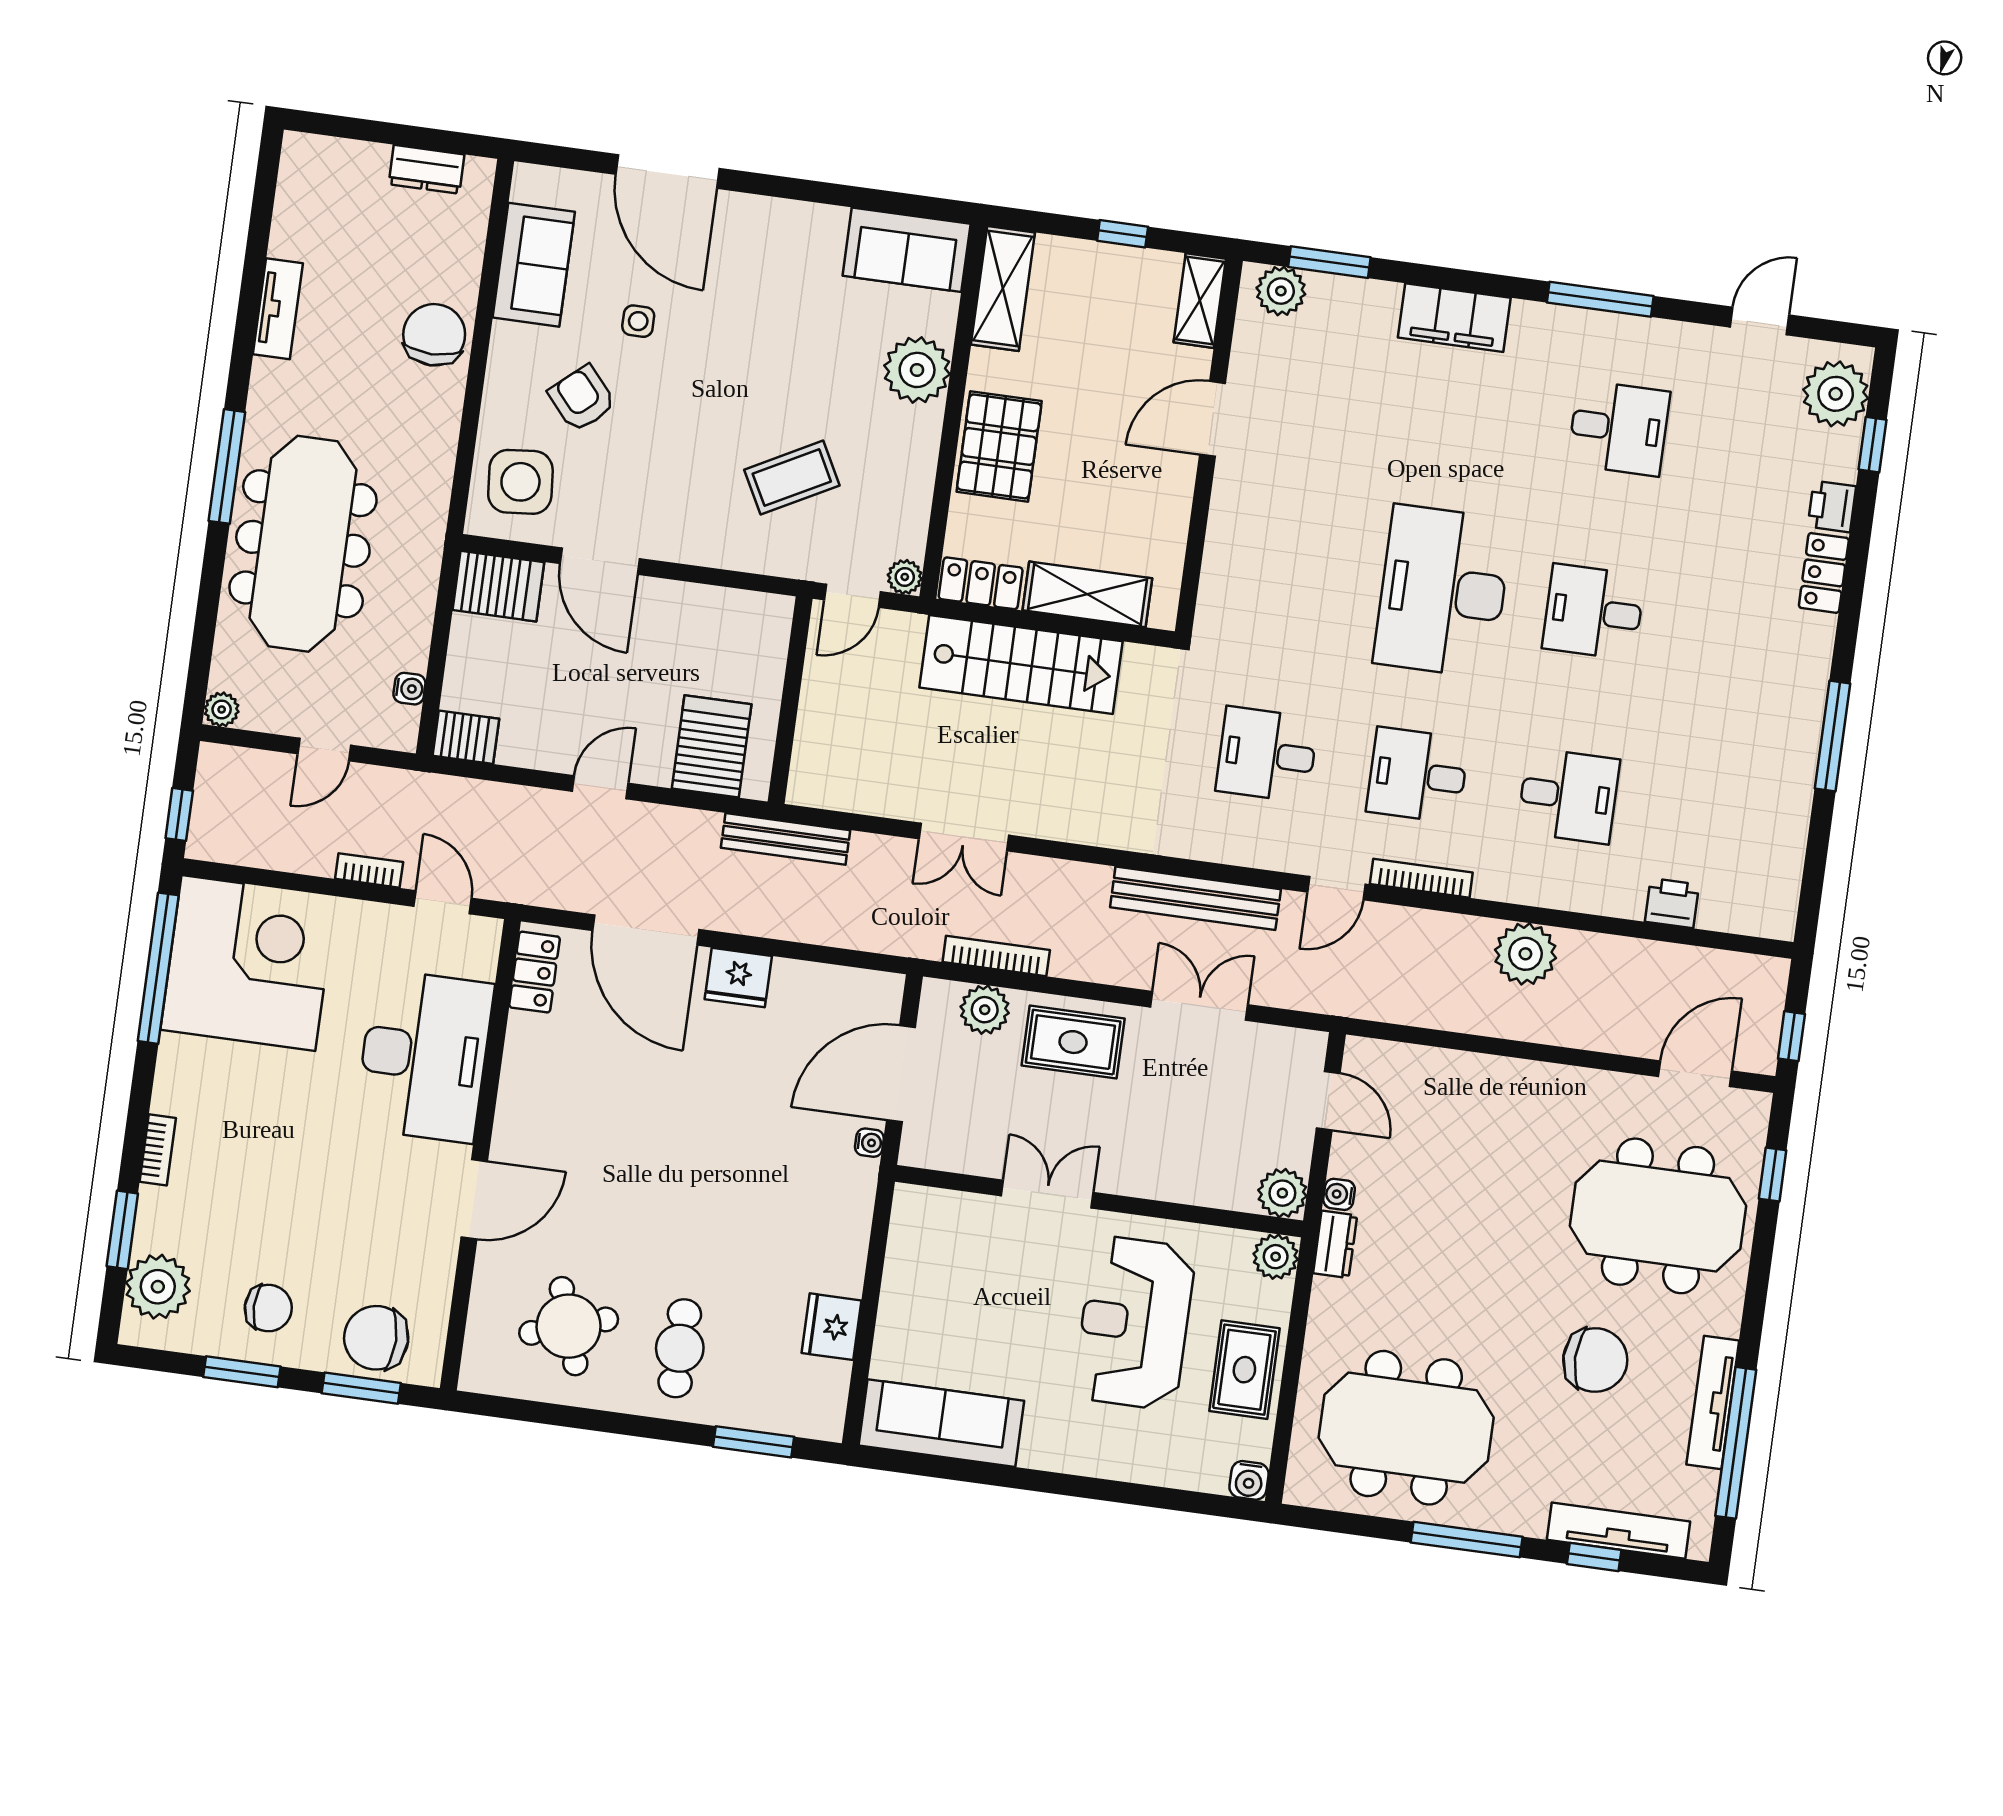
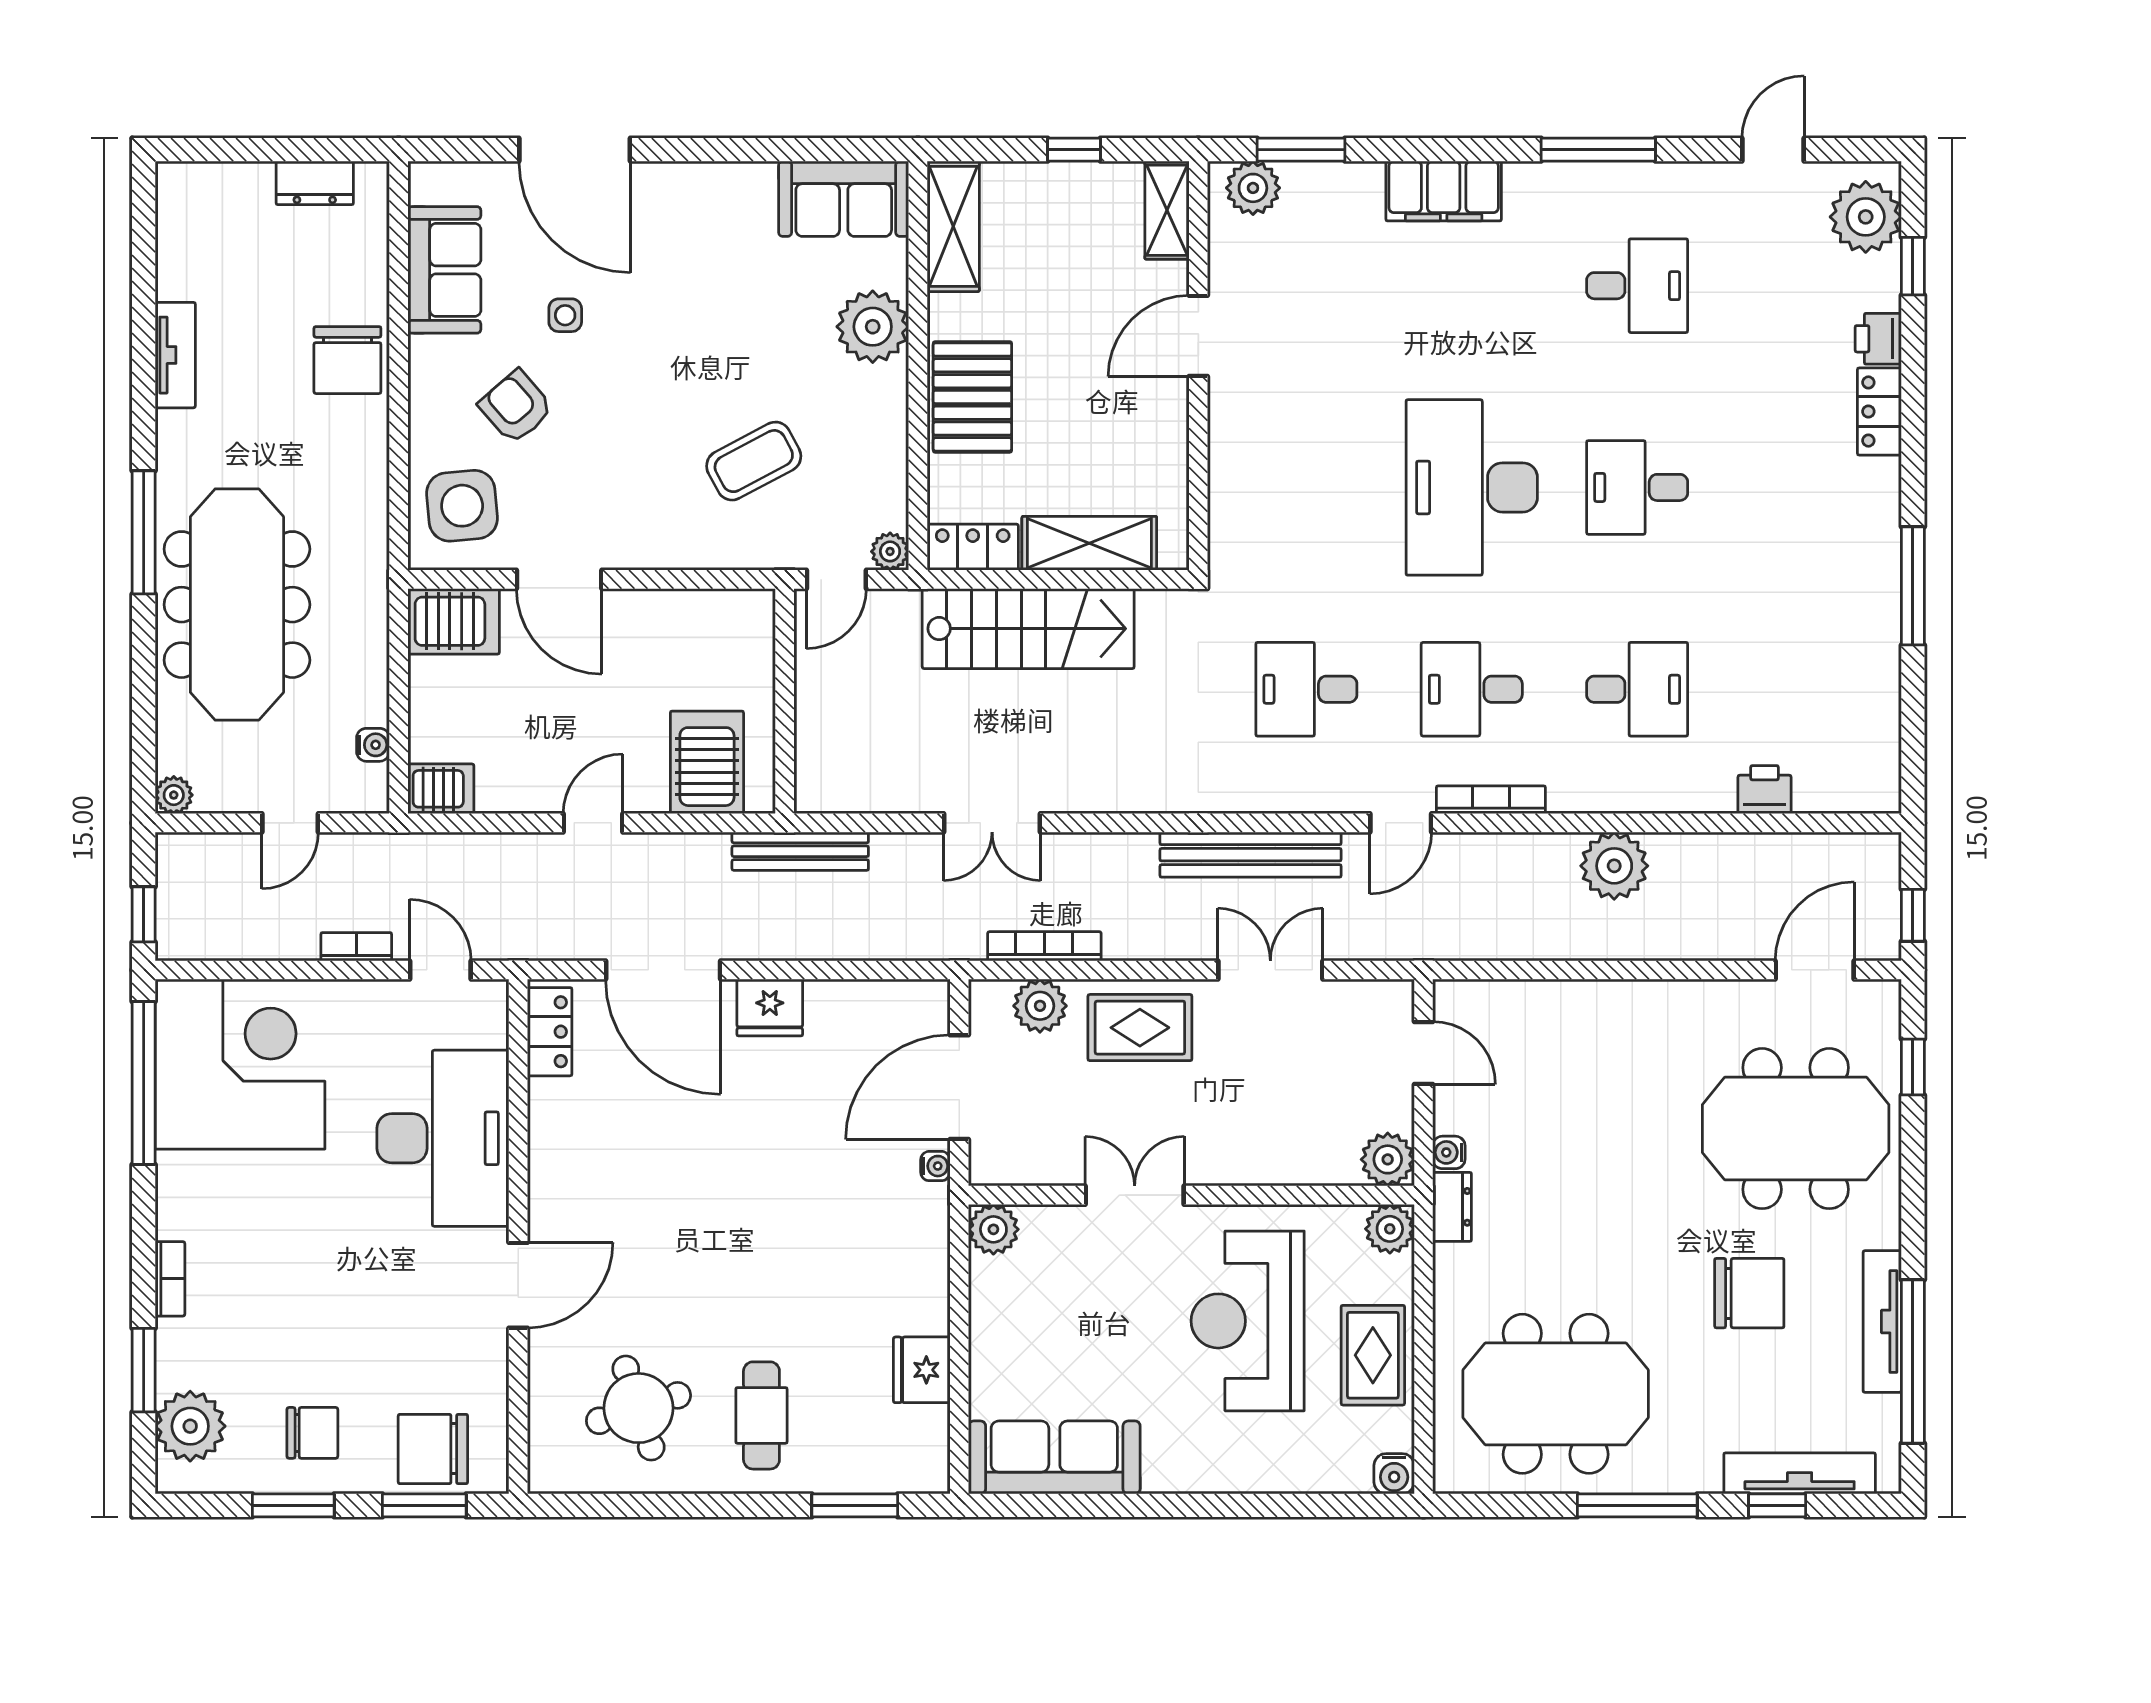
chair: (434, 335) -> (347, 360), turned 180
plant: (914, 1208) -> (993, 1229), added

